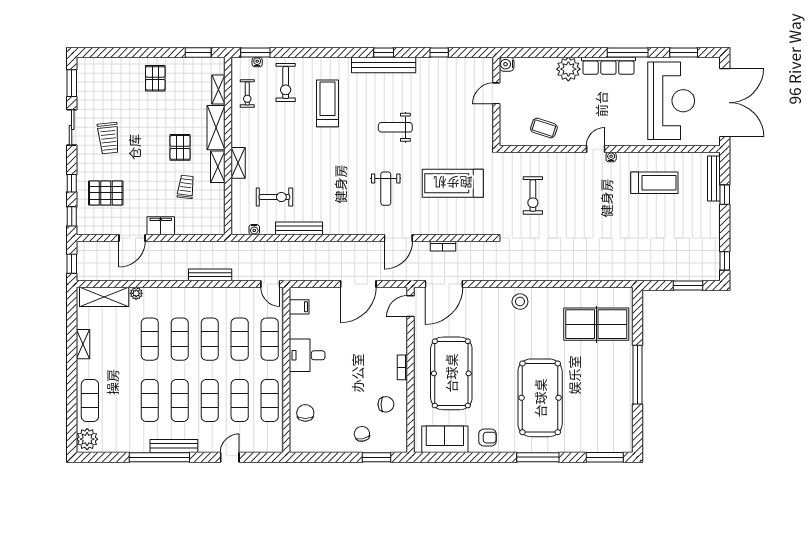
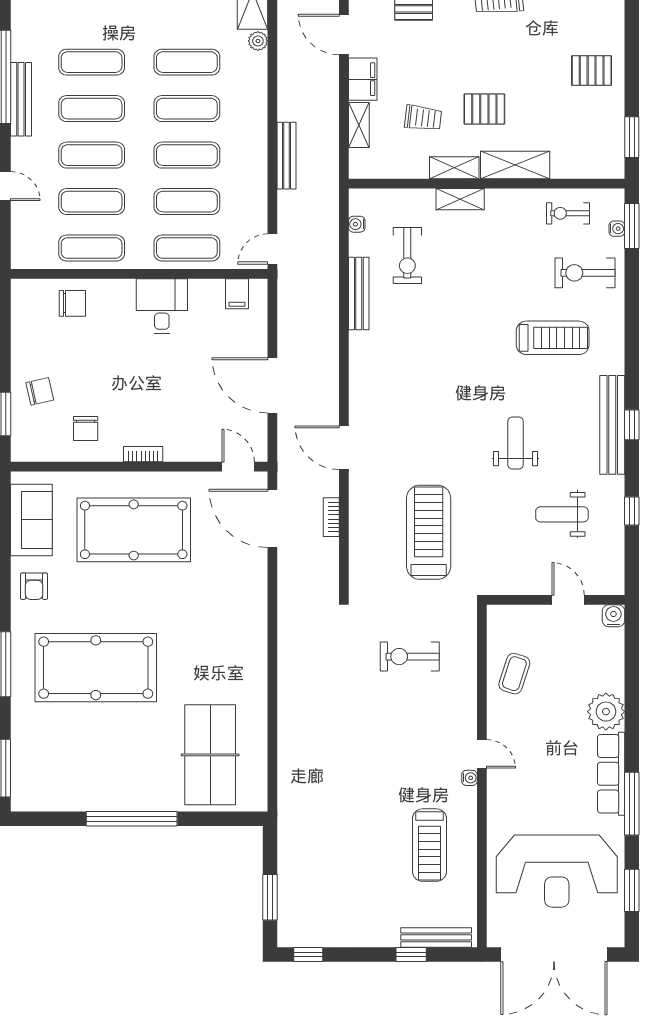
shelving: (218, 89) -> (359, 125), moved, turned 90
weight bench: (386, 189) -> (562, 514), moved
stool: (520, 302) -> (245, 636), removed

